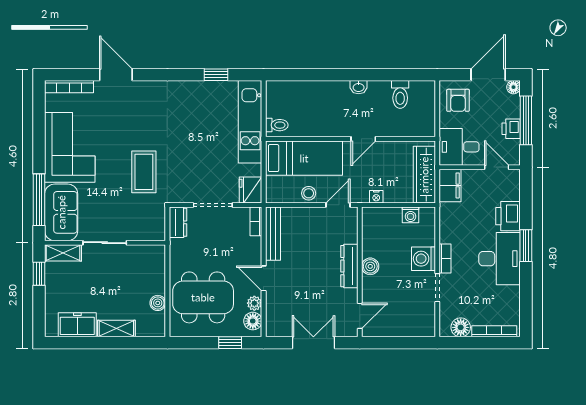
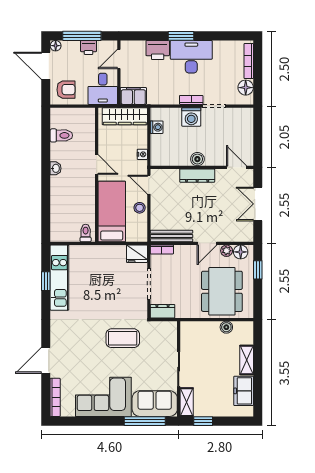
kitchen unit: (250, 122) -> (59, 278), moved, turned -90

